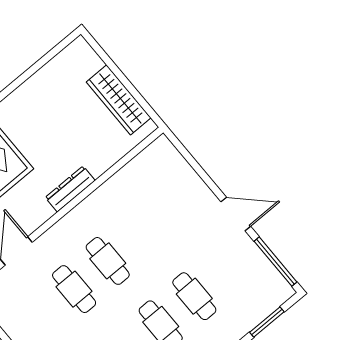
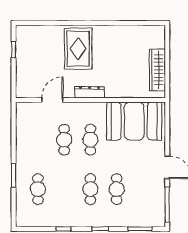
dresser: (70, 189) -> (90, 92), moved
booth: (144, 190) -> (134, 121), added

